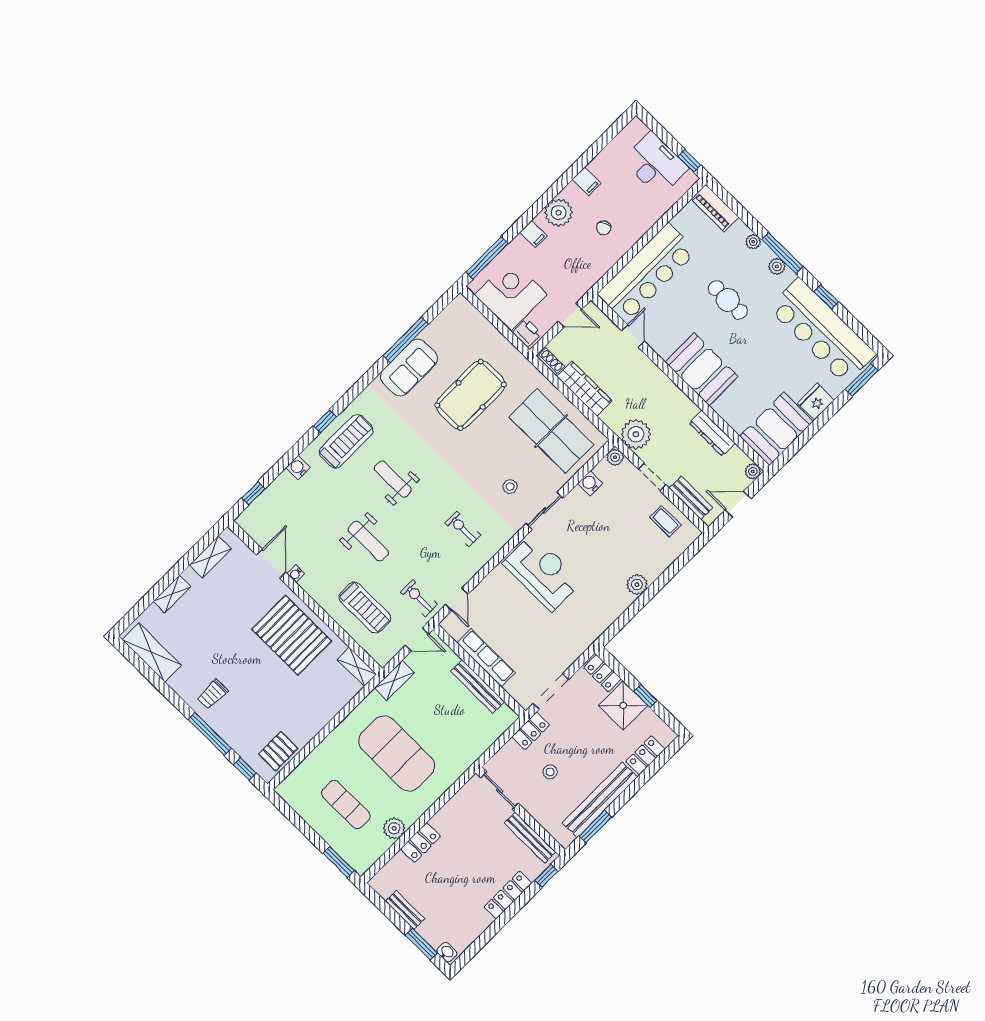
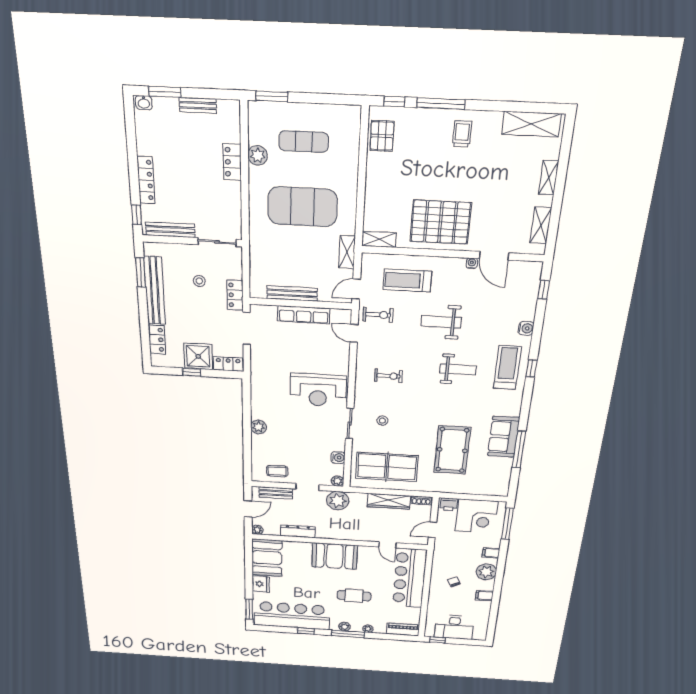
treadmill: (346, 441) -> (507, 368), turned 180

